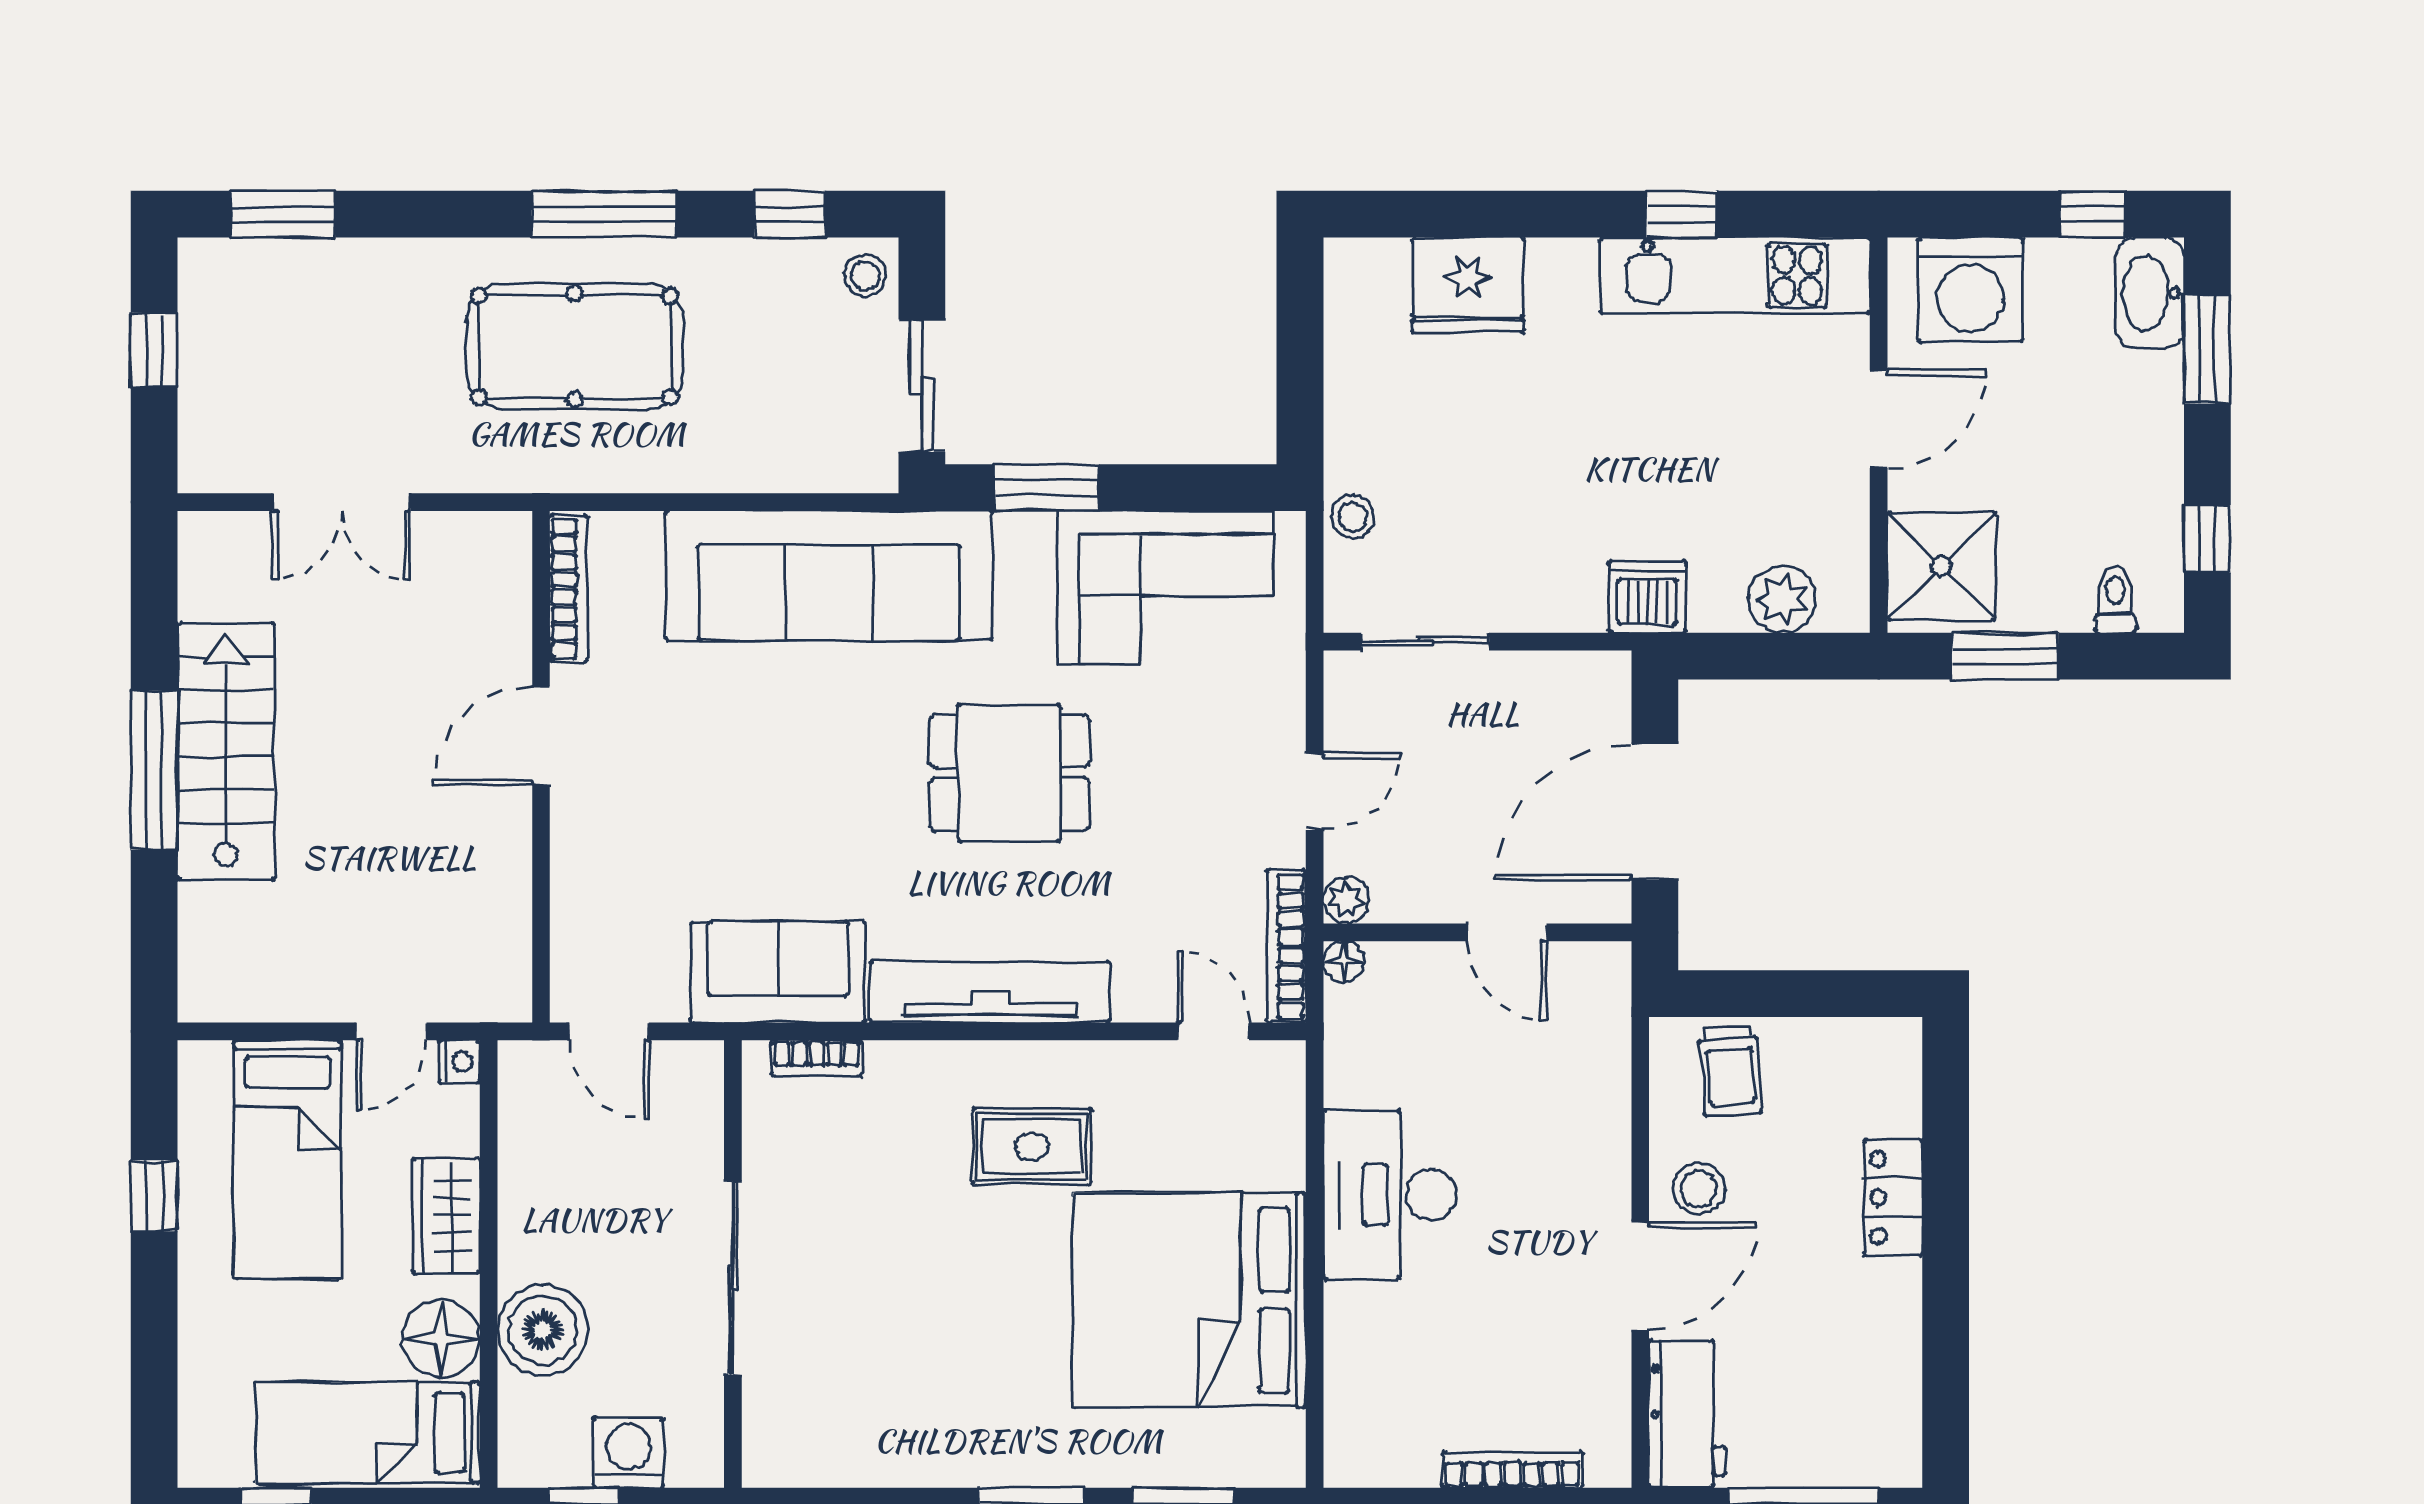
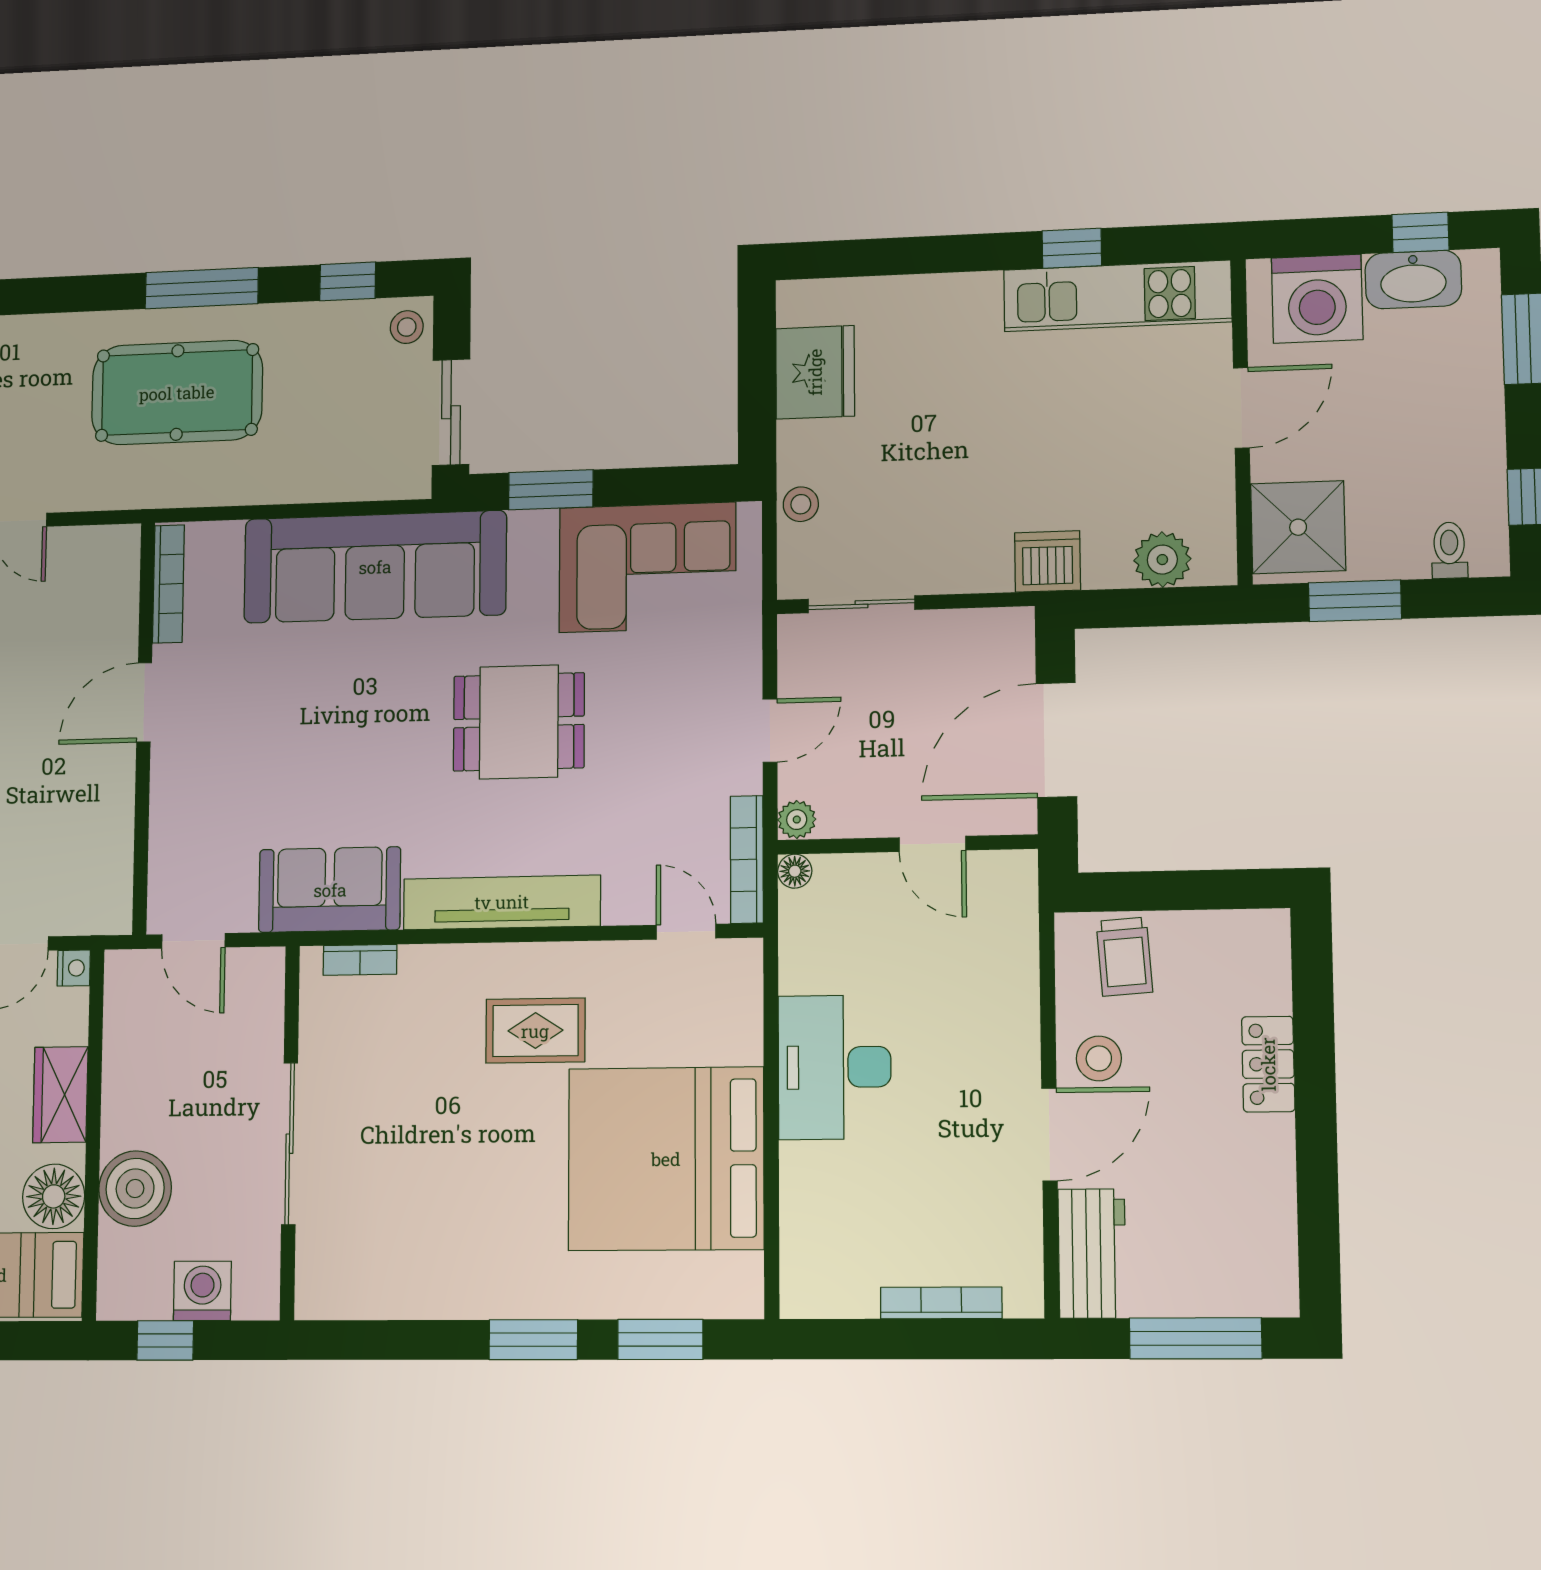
fridge: (1468, 285) -> (815, 372), moved, turned -90
washbasin: (2150, 293) -> (1413, 279), moved, turned -90

